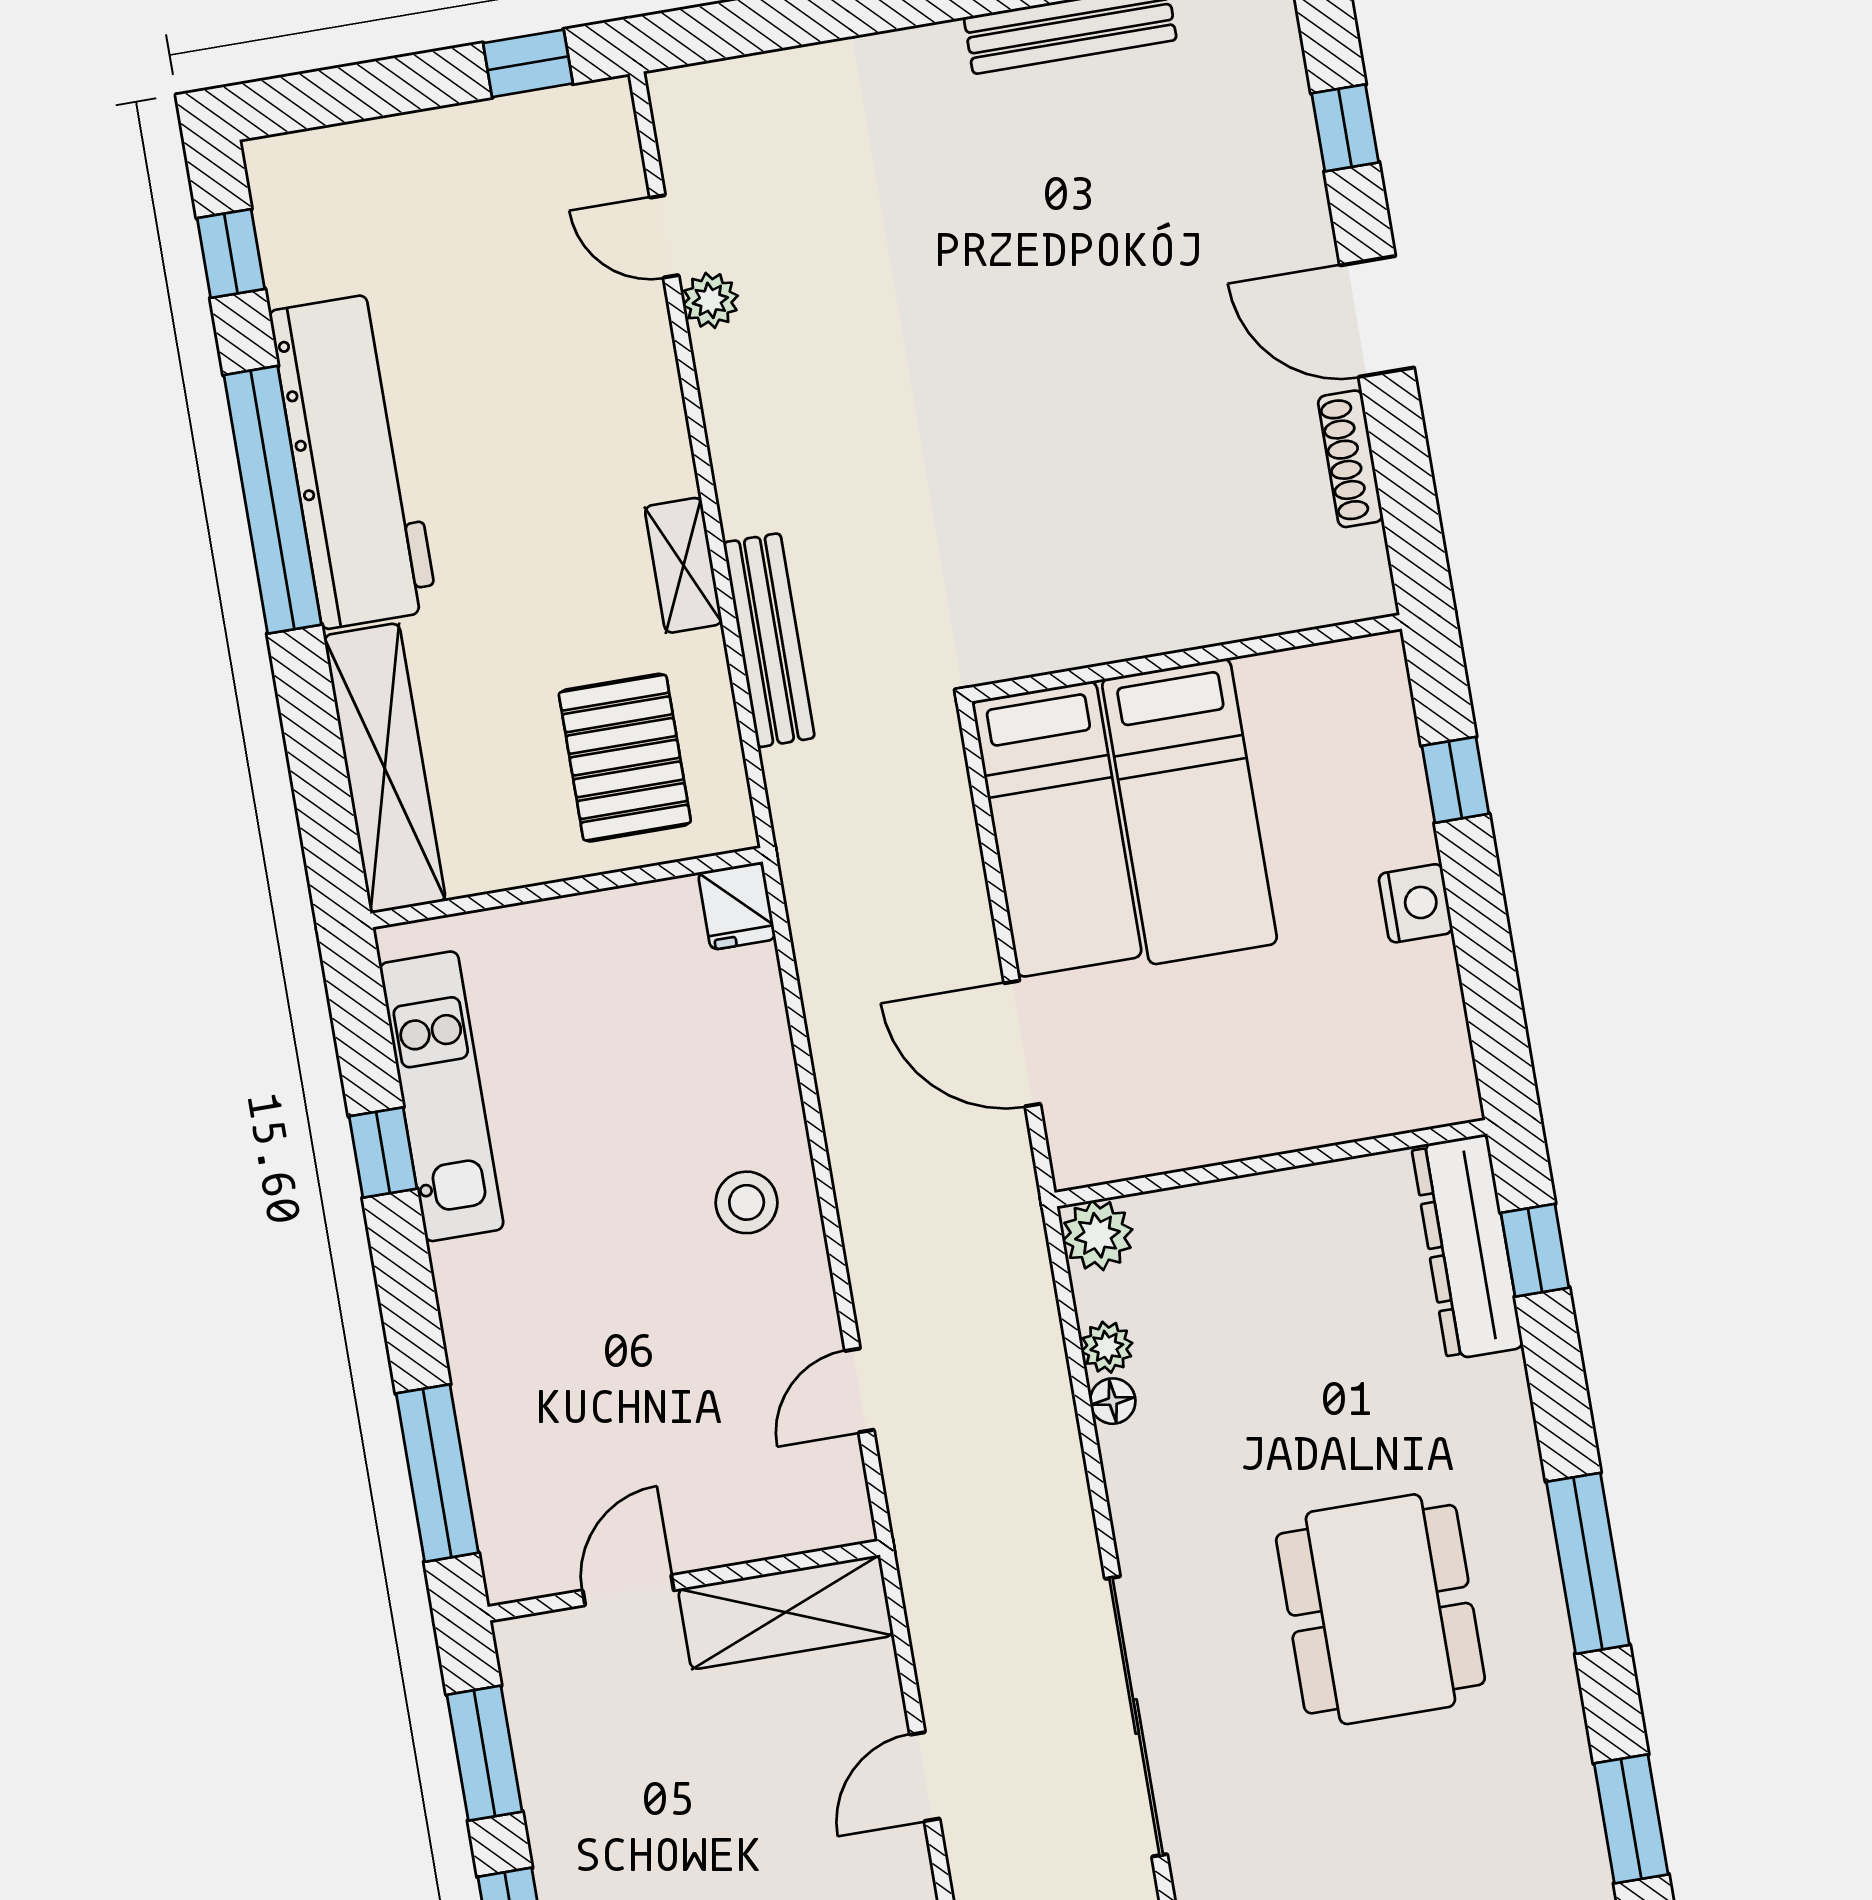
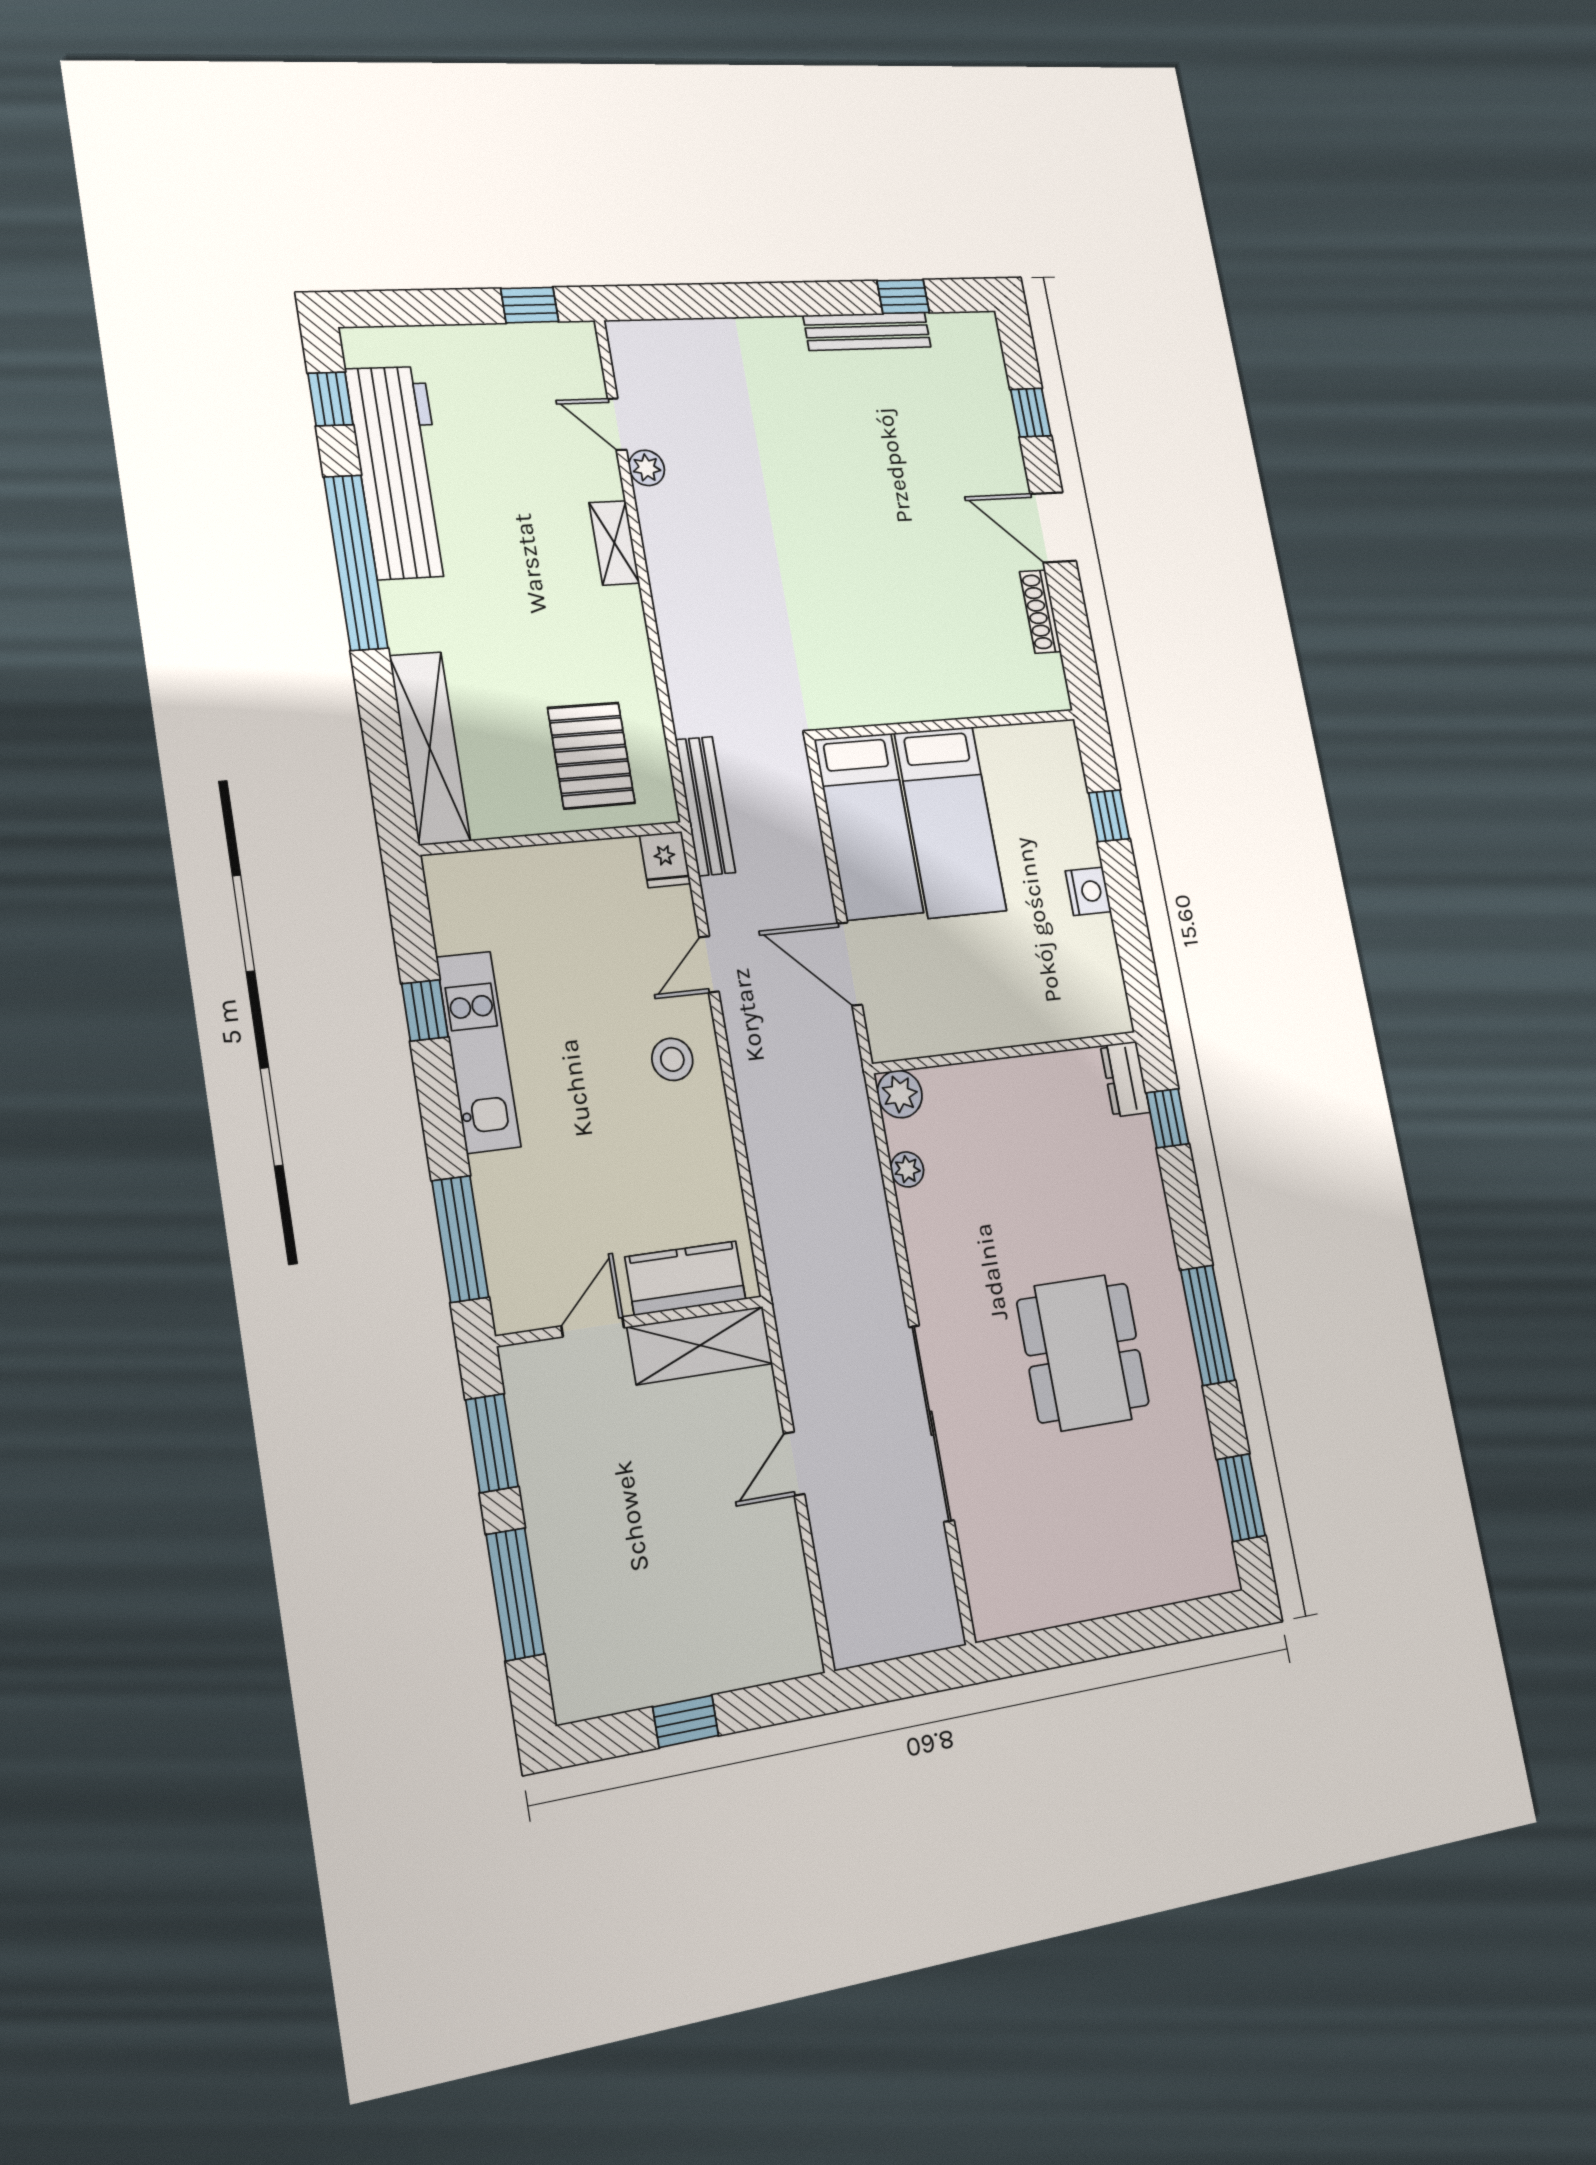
workbench: (353, 461) -> (400, 472), moved
shelving: (683, 565) -> (614, 543), moved
bench: (769, 640) -> (705, 806), moved
kitchen unit: (442, 1096) -> (478, 1052), moved
dresser: (1467, 1247) -> (1125, 1079), width x0.51, depth x0.80
door: (859, 1390) -> (709, 964), moved
floor lamp: (1113, 1401) -> (912, 1206), removed
kitchen counter: (765, 1518) -> (685, 1278), added

